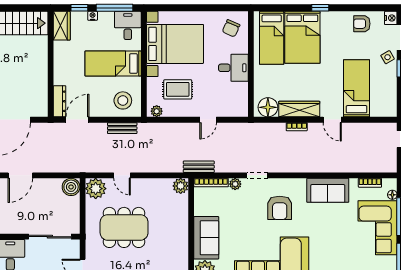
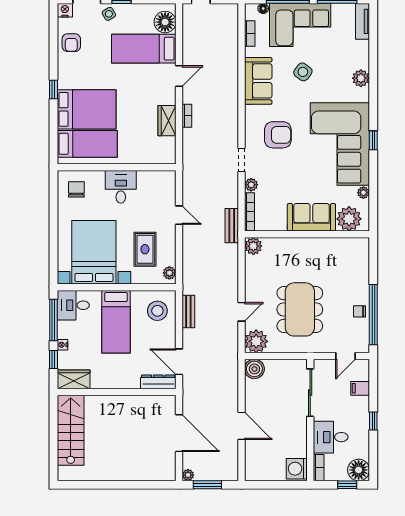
chair: (231, 28) -> (76, 189), turned -114
floor lamp: (268, 107) -> (165, 22), moved
wardrobe: (299, 109) -> (167, 121), width x0.67
side table: (336, 230) -> (303, 72), added

